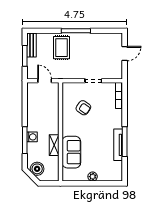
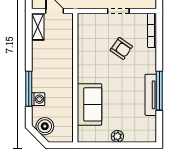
armchair: (83, 108) -> (121, 48), moved
washing machine: (32, 137) -> (38, 99), moved
shelving: (54, 145) -> (38, 27), moved

